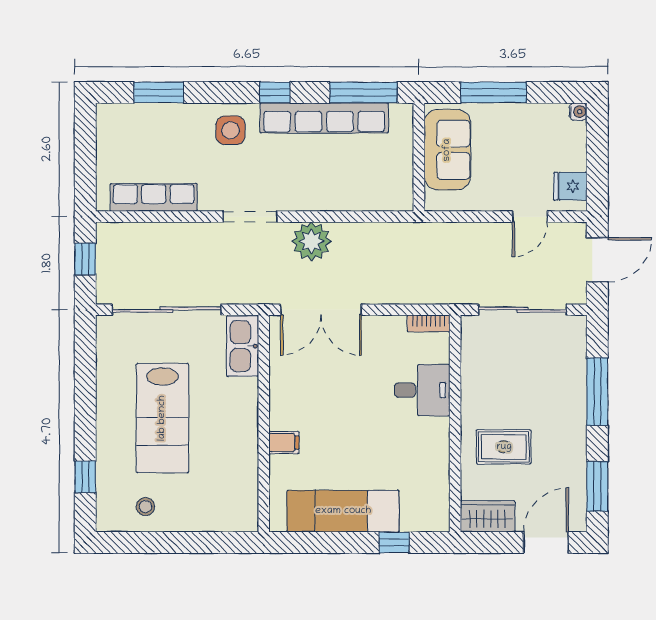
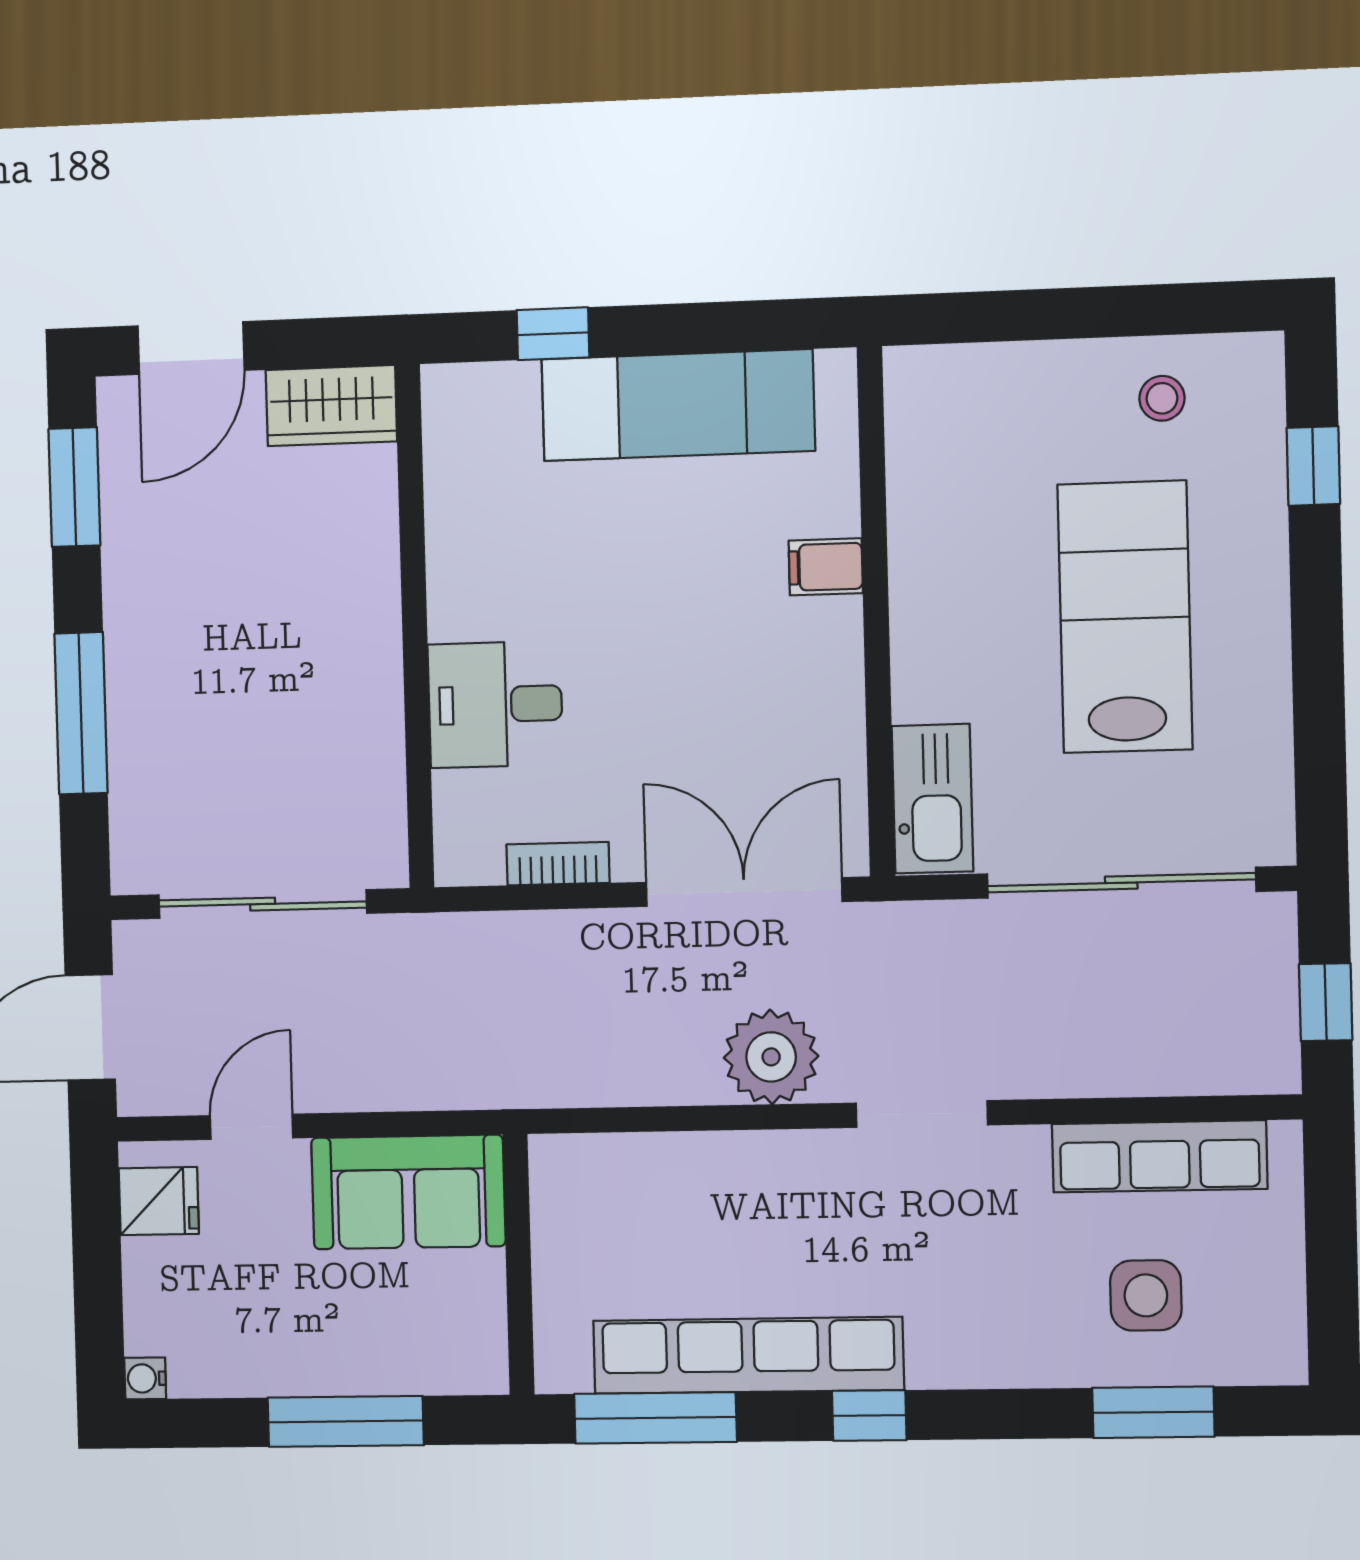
side table: (230, 130) -> (1146, 1295), moved
sofa: (447, 150) -> (408, 1192), moved, turned -90
bookcase: (429, 323) -> (558, 864), moved
rug: (504, 447) -> (298, 574), removed

